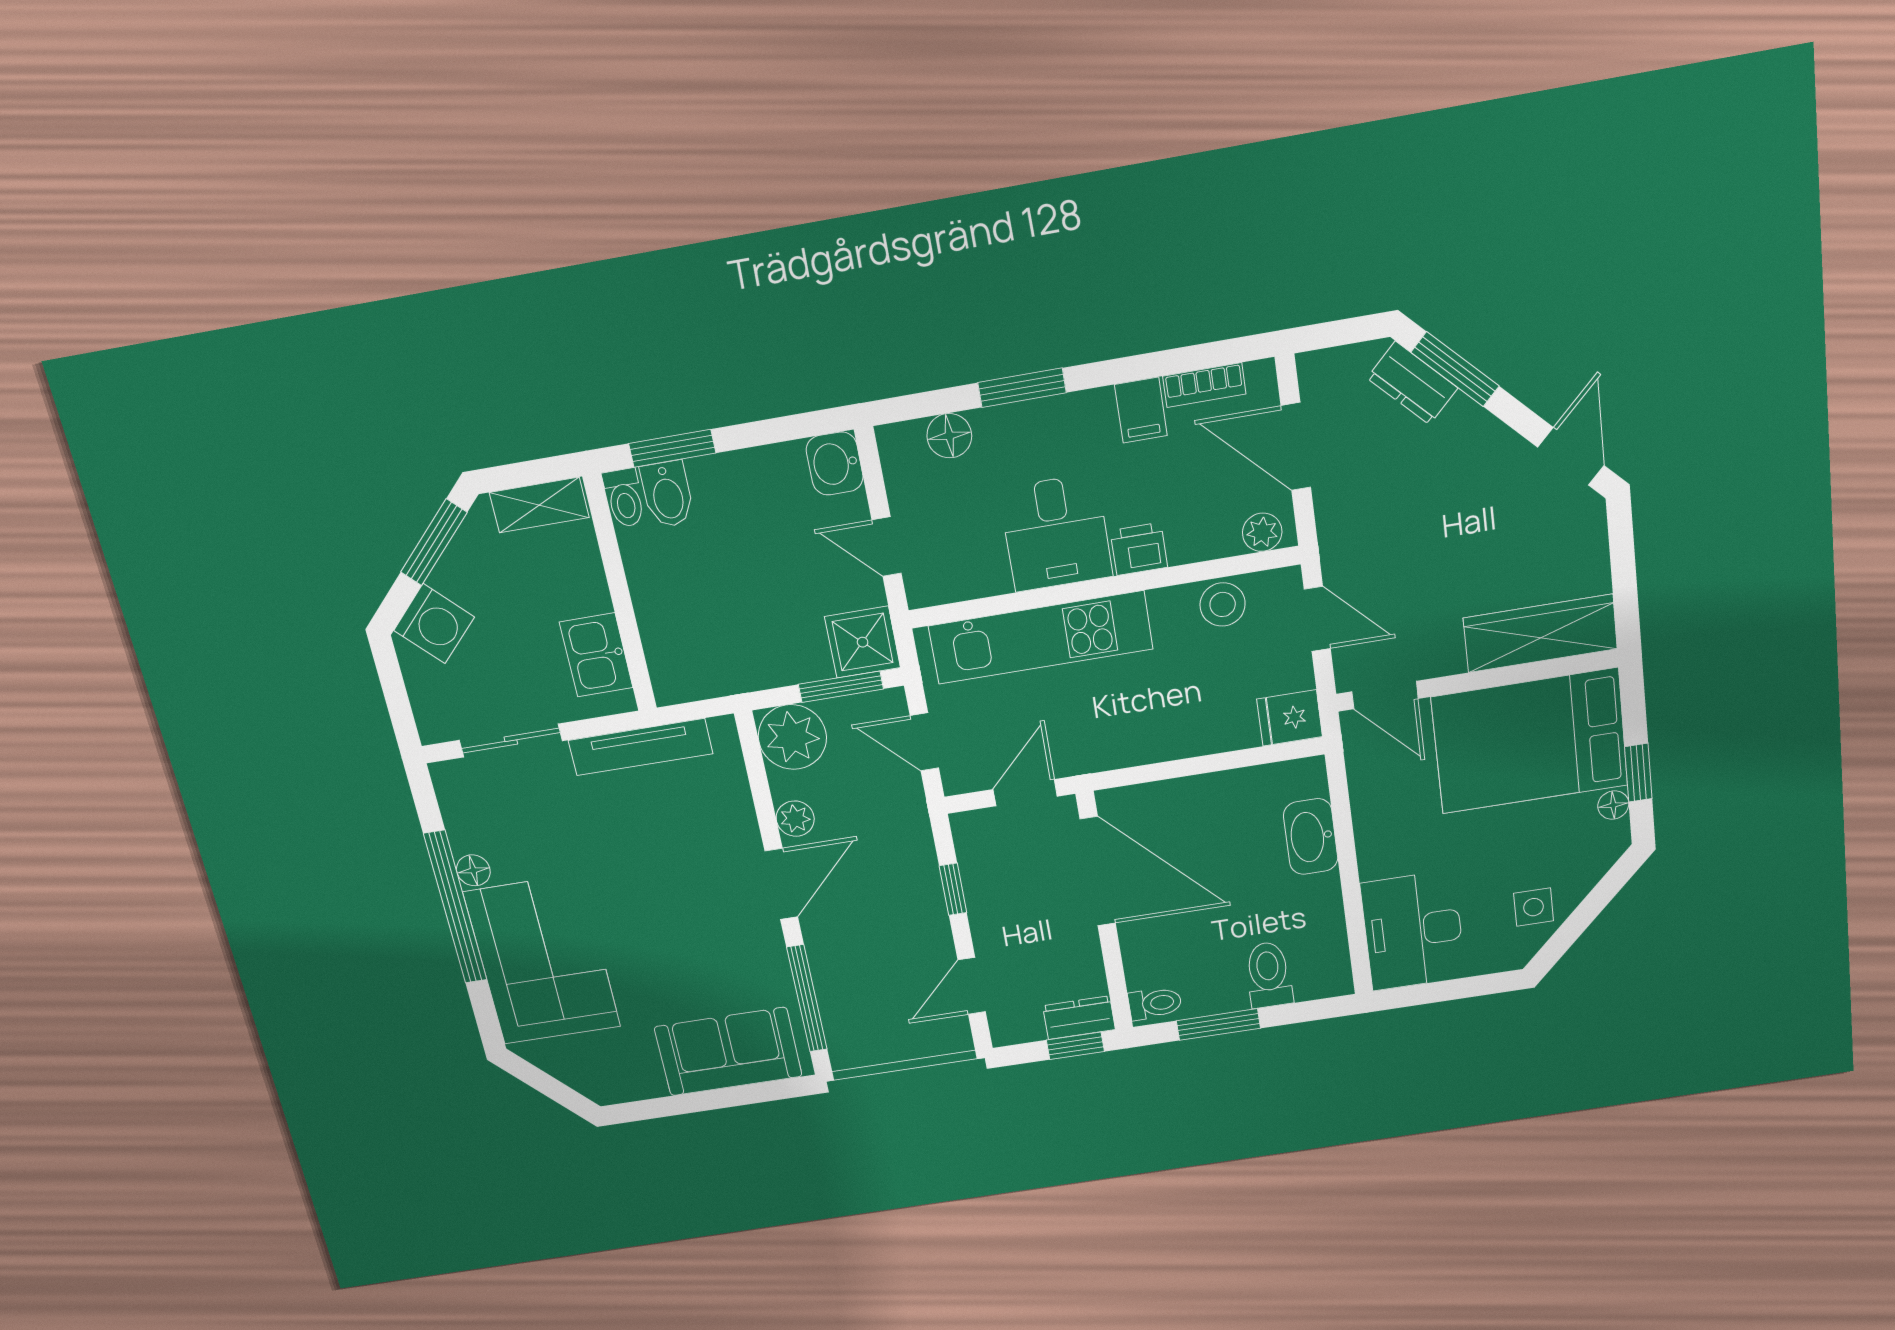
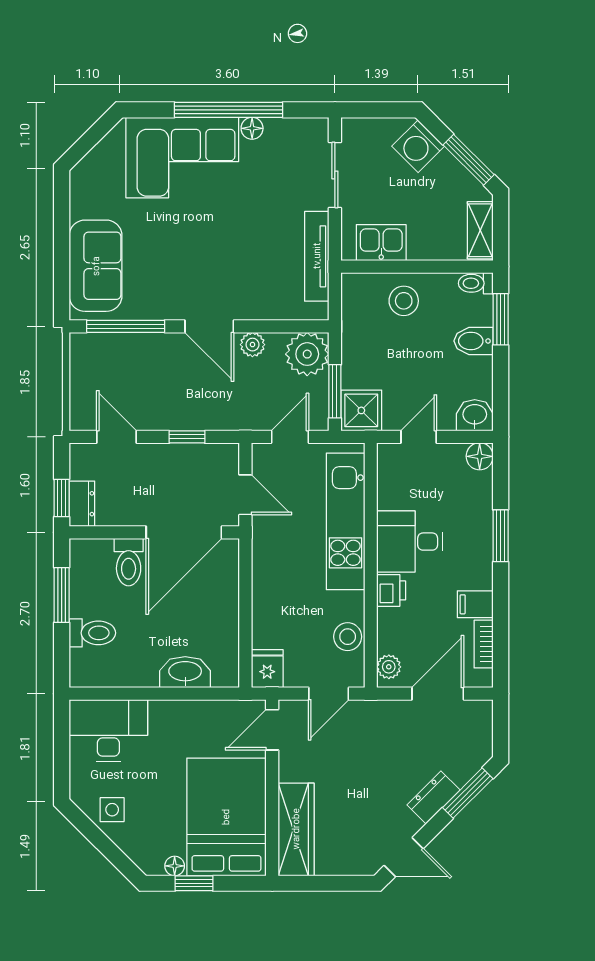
dresser: (1412, 383) -> (434, 797), moved
floor lamp: (949, 436) -> (480, 456), moved
bidet: (667, 494) -> (474, 341), moved
stool: (678, 606) -> (404, 301), added
toilet: (1155, 1003) -> (129, 562), moved, width x1.37, depth x1.39

